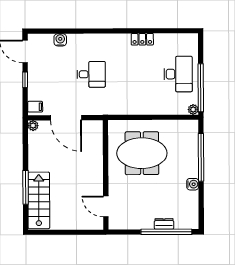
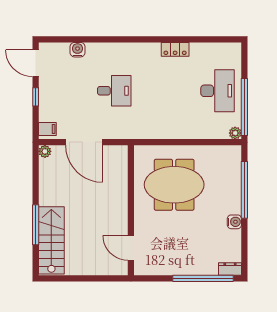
dresser: (164, 224) -> (230, 269), moved

